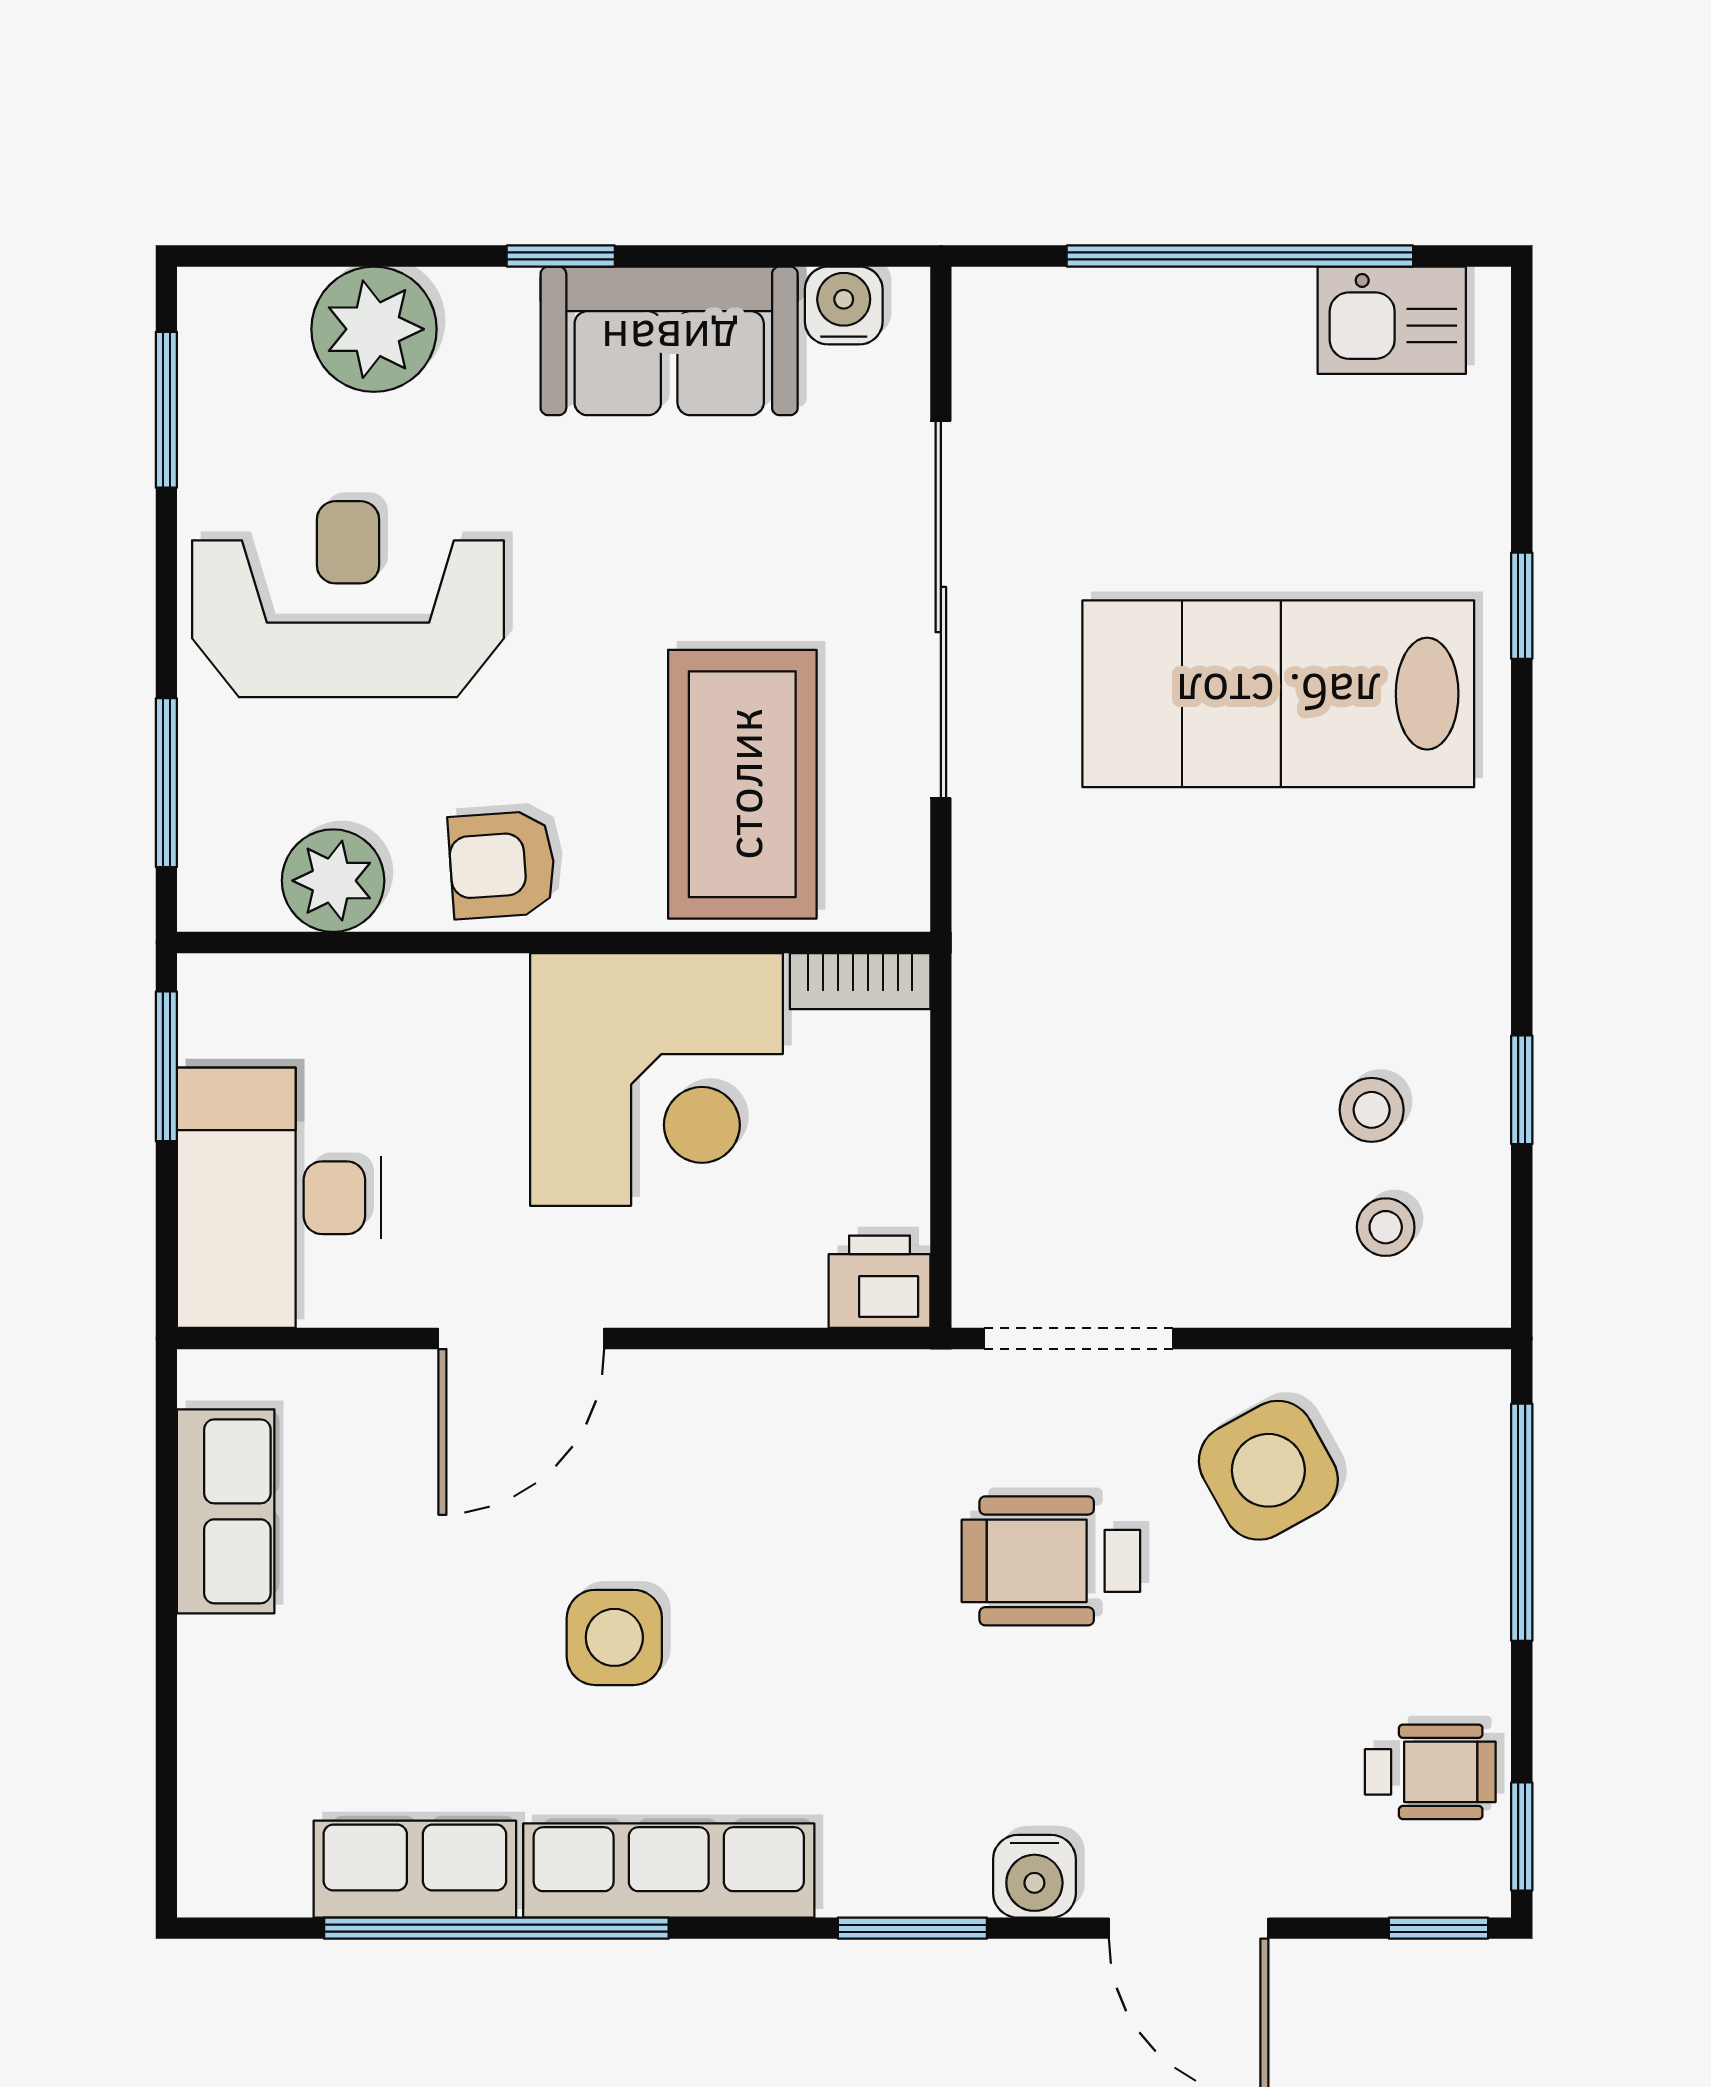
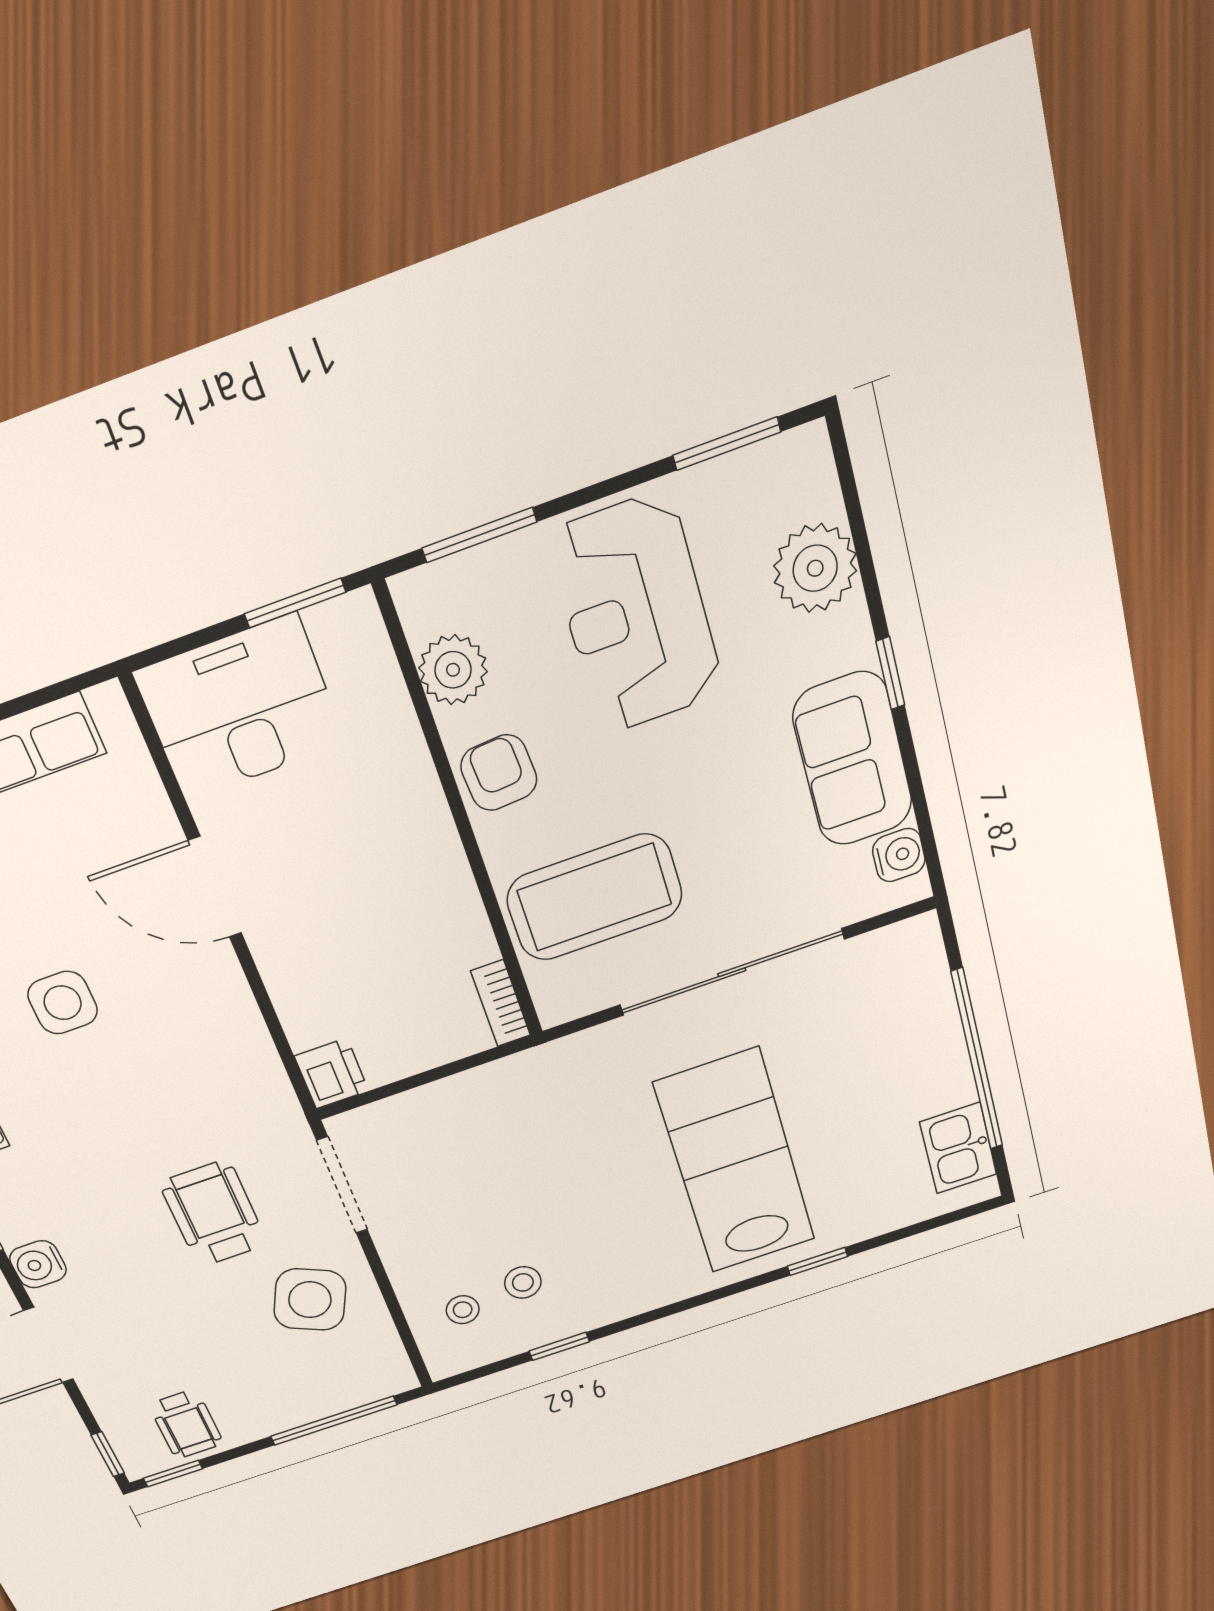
reception desk: (348, 599) -> (636, 614), turned 180
corner desk: (656, 1079) -> (401, 910), removed
side table: (1268, 1470) -> (310, 1300), turned -36

